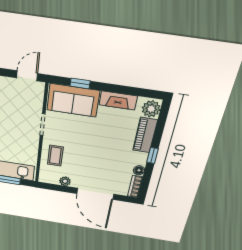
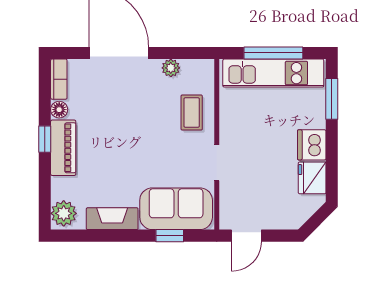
piano: (145, 135) -> (63, 148), moved

